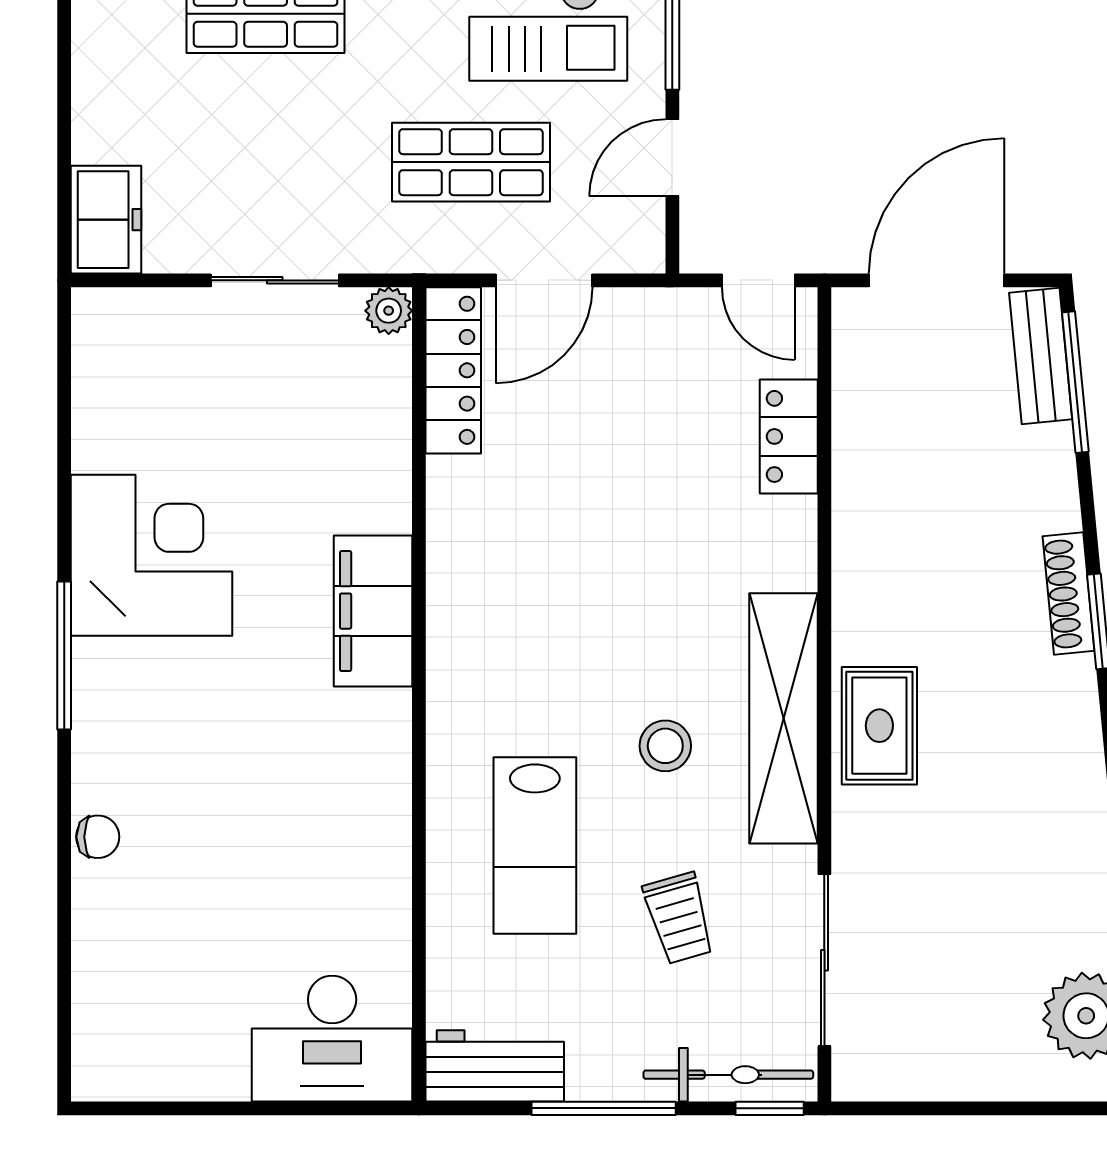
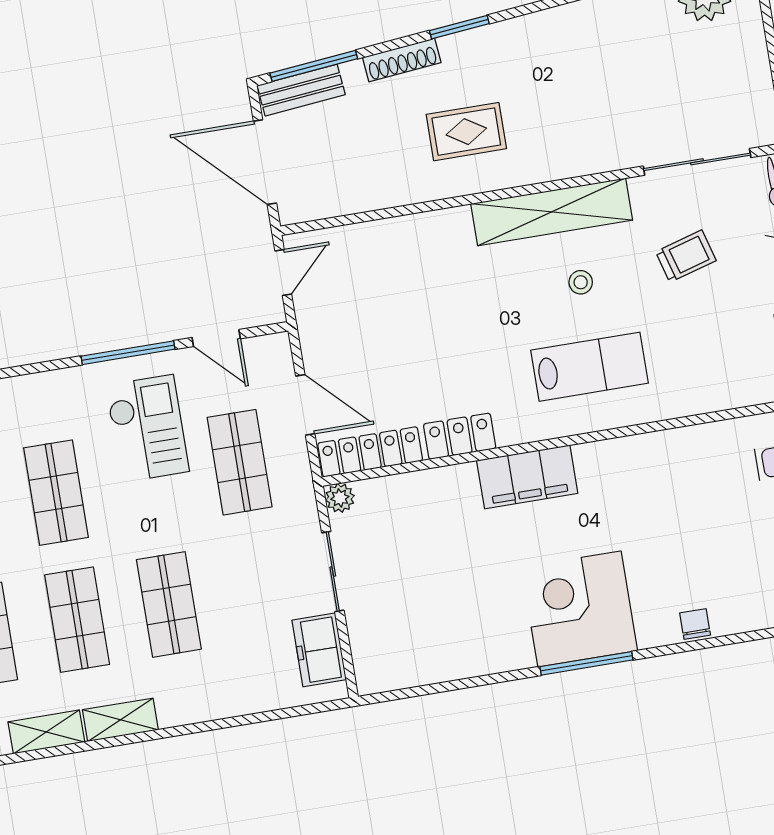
freezer: (106, 220) -> (319, 650), moved, turned -90
locker: (789, 436) -> (460, 436), moved, turned 180
corner desk: (151, 555) -> (579, 609), moved
shoe rack: (1069, 593) -> (402, 60), moved
rug: (879, 726) -> (466, 132), moved
stool: (665, 746) -> (581, 282), width x0.73, depth x0.73
lab bench: (535, 846) -> (590, 367), moved

